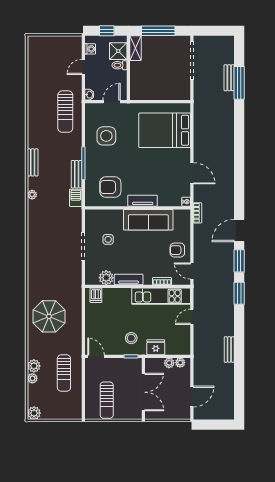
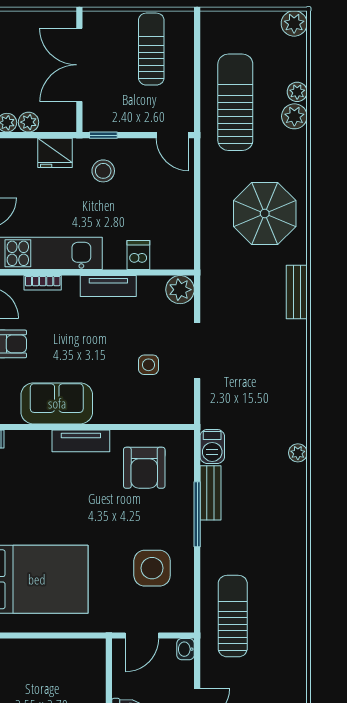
bench: (33, 162) -> (297, 292), moved
armchair: (110, 187) -> (144, 468), turned 90
sofa: (148, 220) -> (57, 403), width x0.73
plant: (106, 278) -> (180, 290), moved
dishwasher: (96, 295) -> (138, 255), moved
sun lounger: (64, 373) -> (235, 102), width x1.36, depth x1.34

